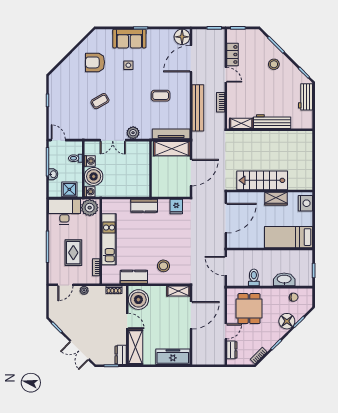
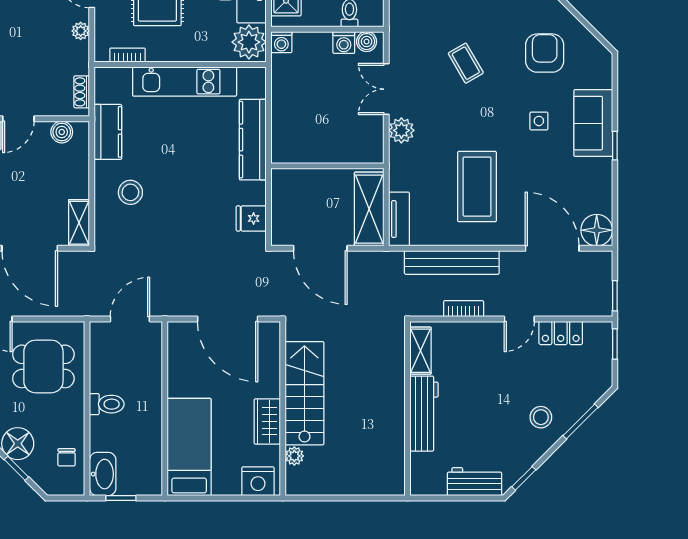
coffee table: (161, 96) -> (477, 187), width x1.86, depth x1.72
tv unit: (171, 134) -> (399, 219), width x0.71
boiler: (94, 176) -> (367, 42), moved, width x0.54, depth x0.54
plant: (293, 185) -> (294, 456), added
kitchen counter: (144, 206) -> (253, 140), width x1.50
toilet: (254, 277) -> (107, 404), moved
washbasin: (284, 279) -> (103, 474), moved
boiler: (138, 300) -> (62, 132), width x0.54, depth x0.54

